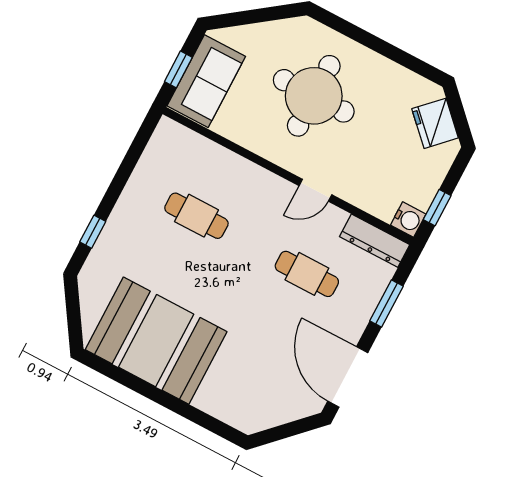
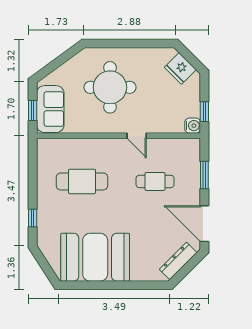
door: (315, 190) -> (137, 136), hinge flipped
cafe table: (196, 216) -> (82, 181), width x1.37, depth x1.35
dresser: (375, 241) -> (178, 261), moved, turned 135

